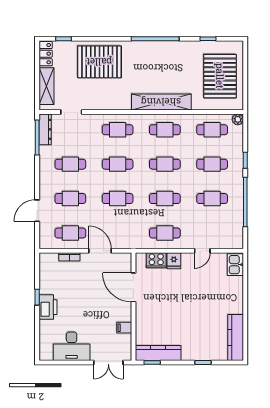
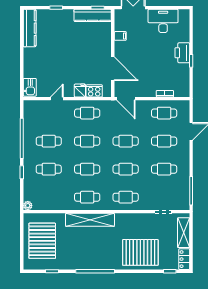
dresser: (45, 129) -> (185, 197), removed
cafe table: (212, 130) -> (49, 197), removed
door: (100, 251) -> (126, 99), moved

